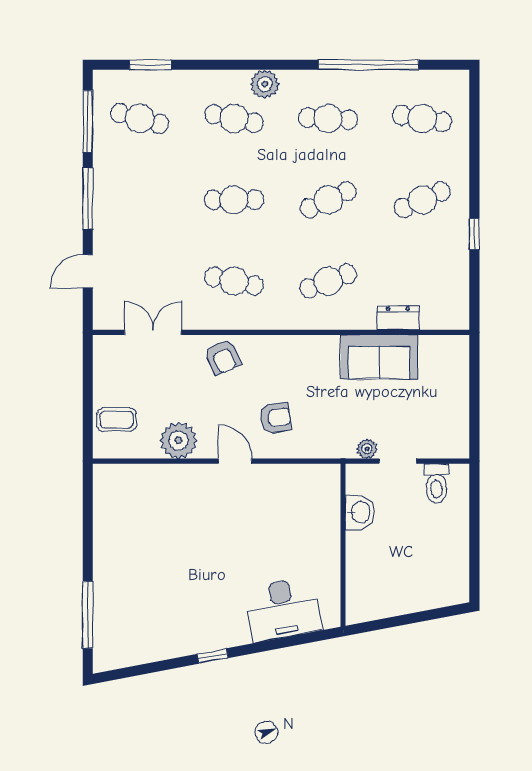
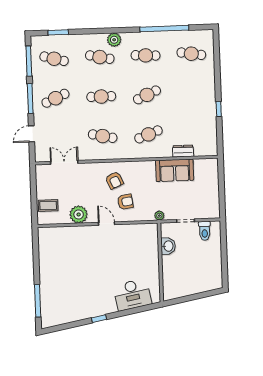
cafe table: (422, 200) -> (55, 98), moved
armchair: (223, 357) -> (114, 180), moved
plant: (367, 449) -> (159, 216), moved

